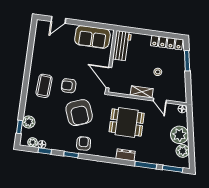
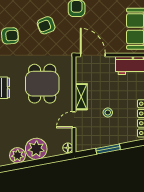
window: (187, 61) -> (108, 149), moved
door: (109, 78) -> (93, 55), hinge flipped
armchair: (79, 113) -> (46, 25), width x0.53, depth x0.53

